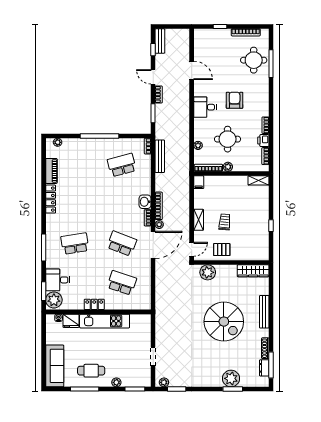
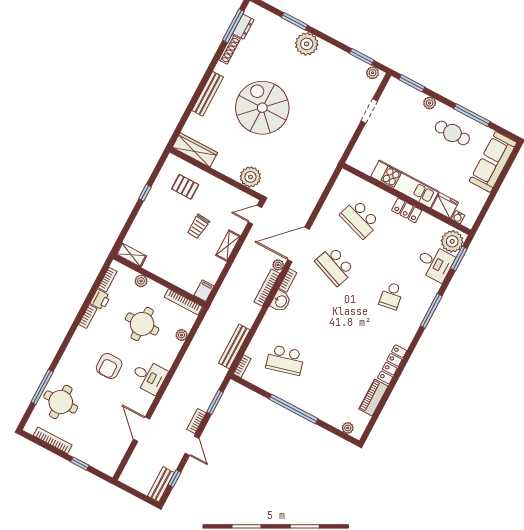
plant: (228, 167) -> (141, 281), moved
school desk: (75, 244) -> (391, 296), width x0.54
pallet: (222, 250) -> (185, 187), moved
plant: (231, 378) -> (307, 44), moved

